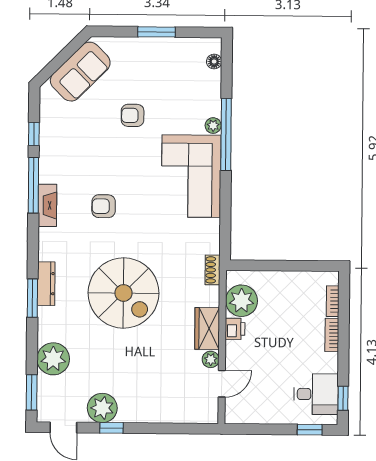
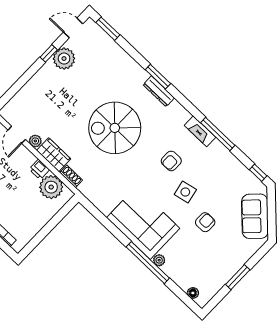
window: (34, 134) -> (258, 173), moved
side table: (121, 163) -> (185, 192), added
armchair: (104, 206) -> (171, 161), turned 180
shoe rack: (213, 270) -> (71, 176), moved
plant: (53, 359) -> (115, 57), removed

